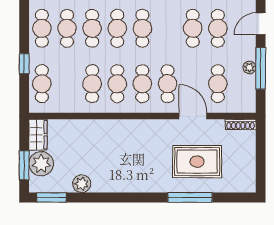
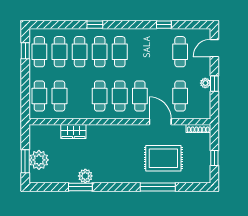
cafe table: (193, 28) -> (160, 52), removed
window: (24, 64) -> (25, 51), moved
window: (261, 68) -> (214, 84), width x0.46
cafe table: (92, 84) -> (59, 96), moved
wardrobe: (38, 135) -> (73, 132), moved, turned 90
window: (261, 161) -> (214, 158), added
plant: (82, 184) -> (85, 176), moved
window: (51, 197) -> (80, 187), moved

